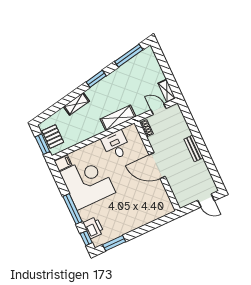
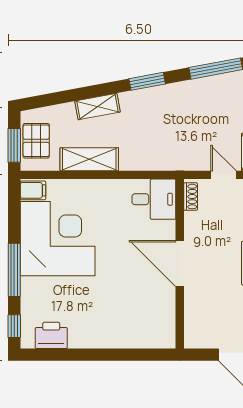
shelving: (118, 118) -> (89, 159), moved
desk: (116, 145) -> (154, 199), moved, turned 90
printer: (93, 228) -> (51, 335), moved, turned -90
window: (114, 243) -> (55, 355), removed

